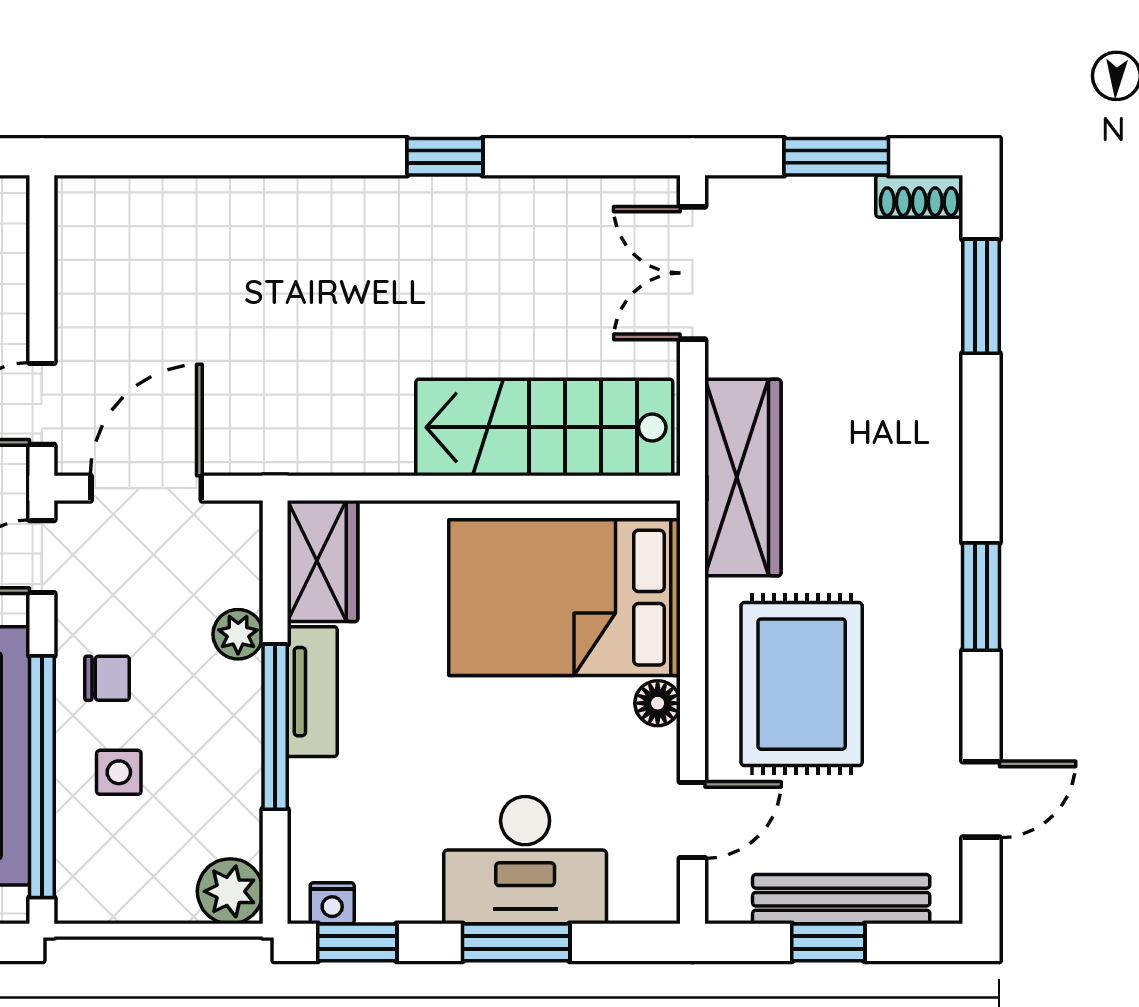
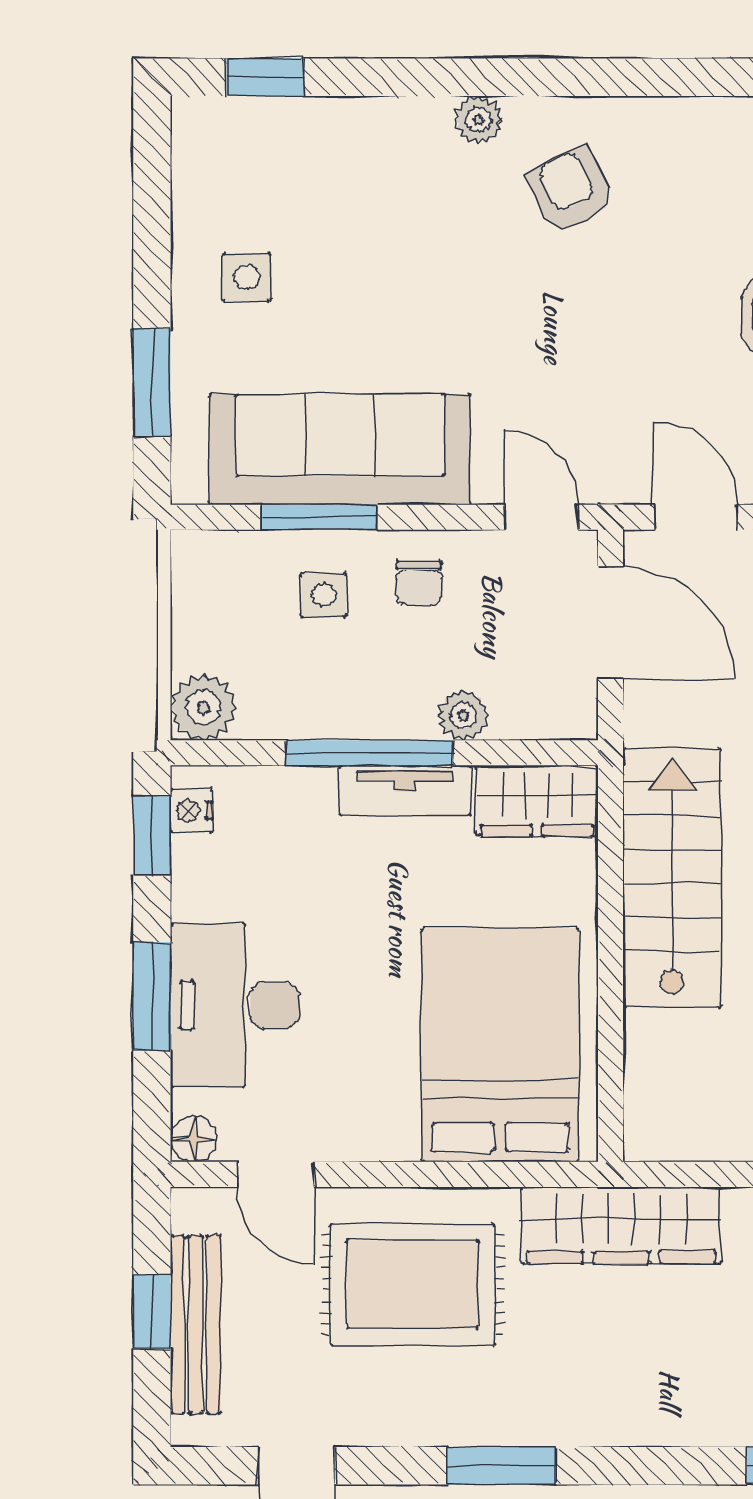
stairs: (544, 427) -> (672, 878), moved
floor lamp: (658, 703) -> (193, 1139), moved
window: (42, 777) -> (319, 517), width x0.47

